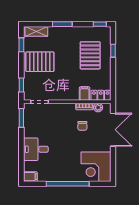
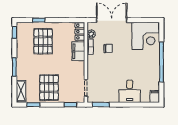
pallet: (90, 55) -> (43, 41), turned 90
filing cabinet: (85, 94) -> (78, 51), width x2.00

